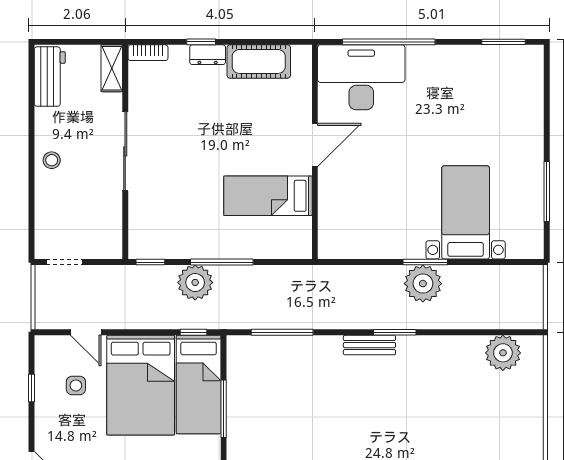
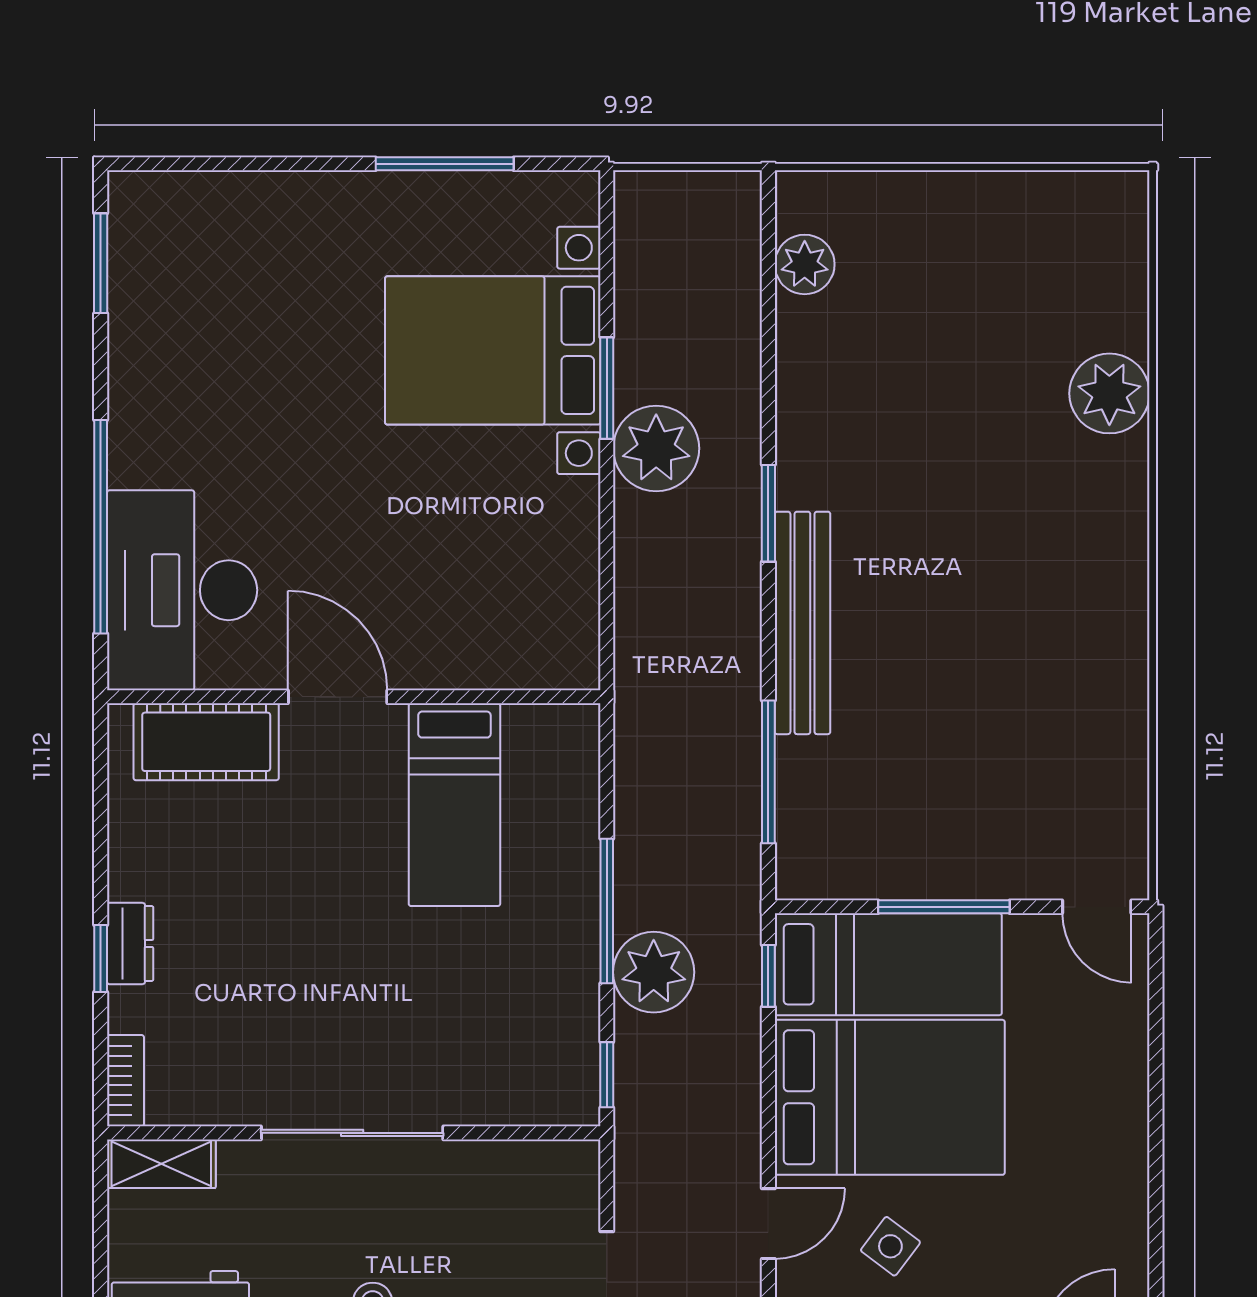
cot: (259, 61) -> (206, 742), moved, turned 90
bed with nightstands: (466, 212) -> (493, 350), width x1.36
window: (425, 262) -> (607, 388), moved
bench: (369, 345) -> (802, 623), width x1.86, depth x1.21
plant: (503, 353) -> (805, 264), width x0.73, depth x0.73
side table: (76, 385) -> (890, 1246), turned 37

